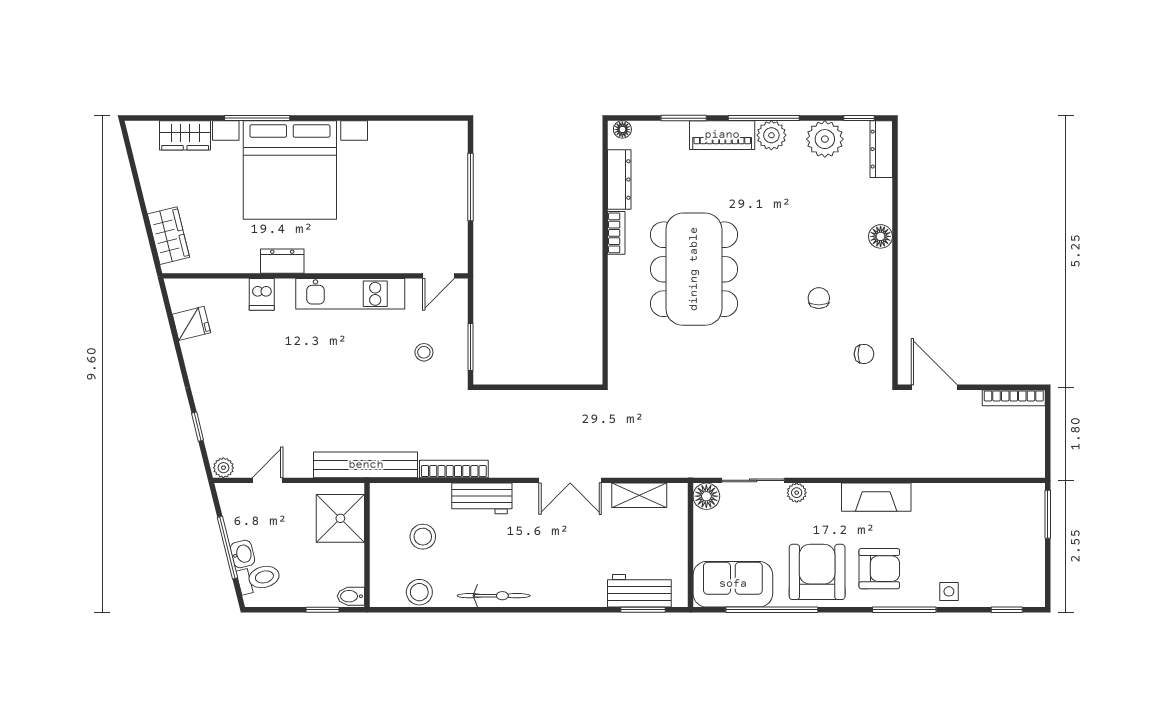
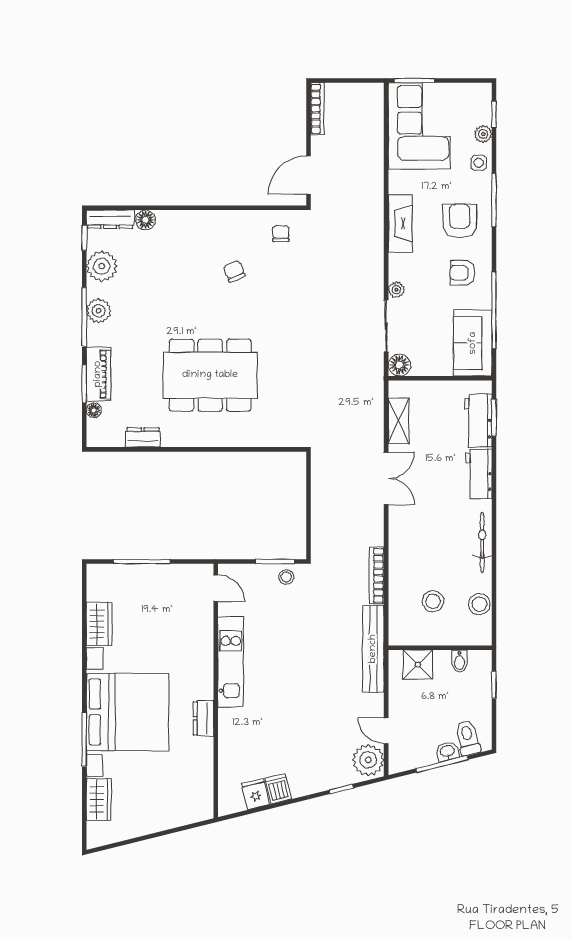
floor lamp: (622, 129) -> (94, 410), moved
piano: (722, 135) -> (98, 374), moved
dresser: (619, 179) -> (143, 437), width x0.70
bookcase: (616, 233) -> (180, 440), removed
wardrobe: (169, 236) -> (99, 624), moved, turned 104
floor lamp: (881, 236) -> (145, 220), moved
dishwasher: (262, 294) -> (278, 789), moved, turned -104
chair: (819, 298) -> (234, 271), turned 68
stool: (424, 352) -> (286, 577), moved
plant: (223, 468) -> (368, 760), width x1.87, depth x1.87
workbench: (482, 498) -> (479, 474), moved, turned 180
shower: (340, 518) -> (418, 665), width x0.73, depth x0.73
corner sofa: (993, 520) -> (419, 126), added
armchair: (817, 572) -> (462, 273), width x0.53, depth x0.53
bidet: (351, 596) -> (460, 661), moved
plant: (983, 597) -> (483, 134), added

